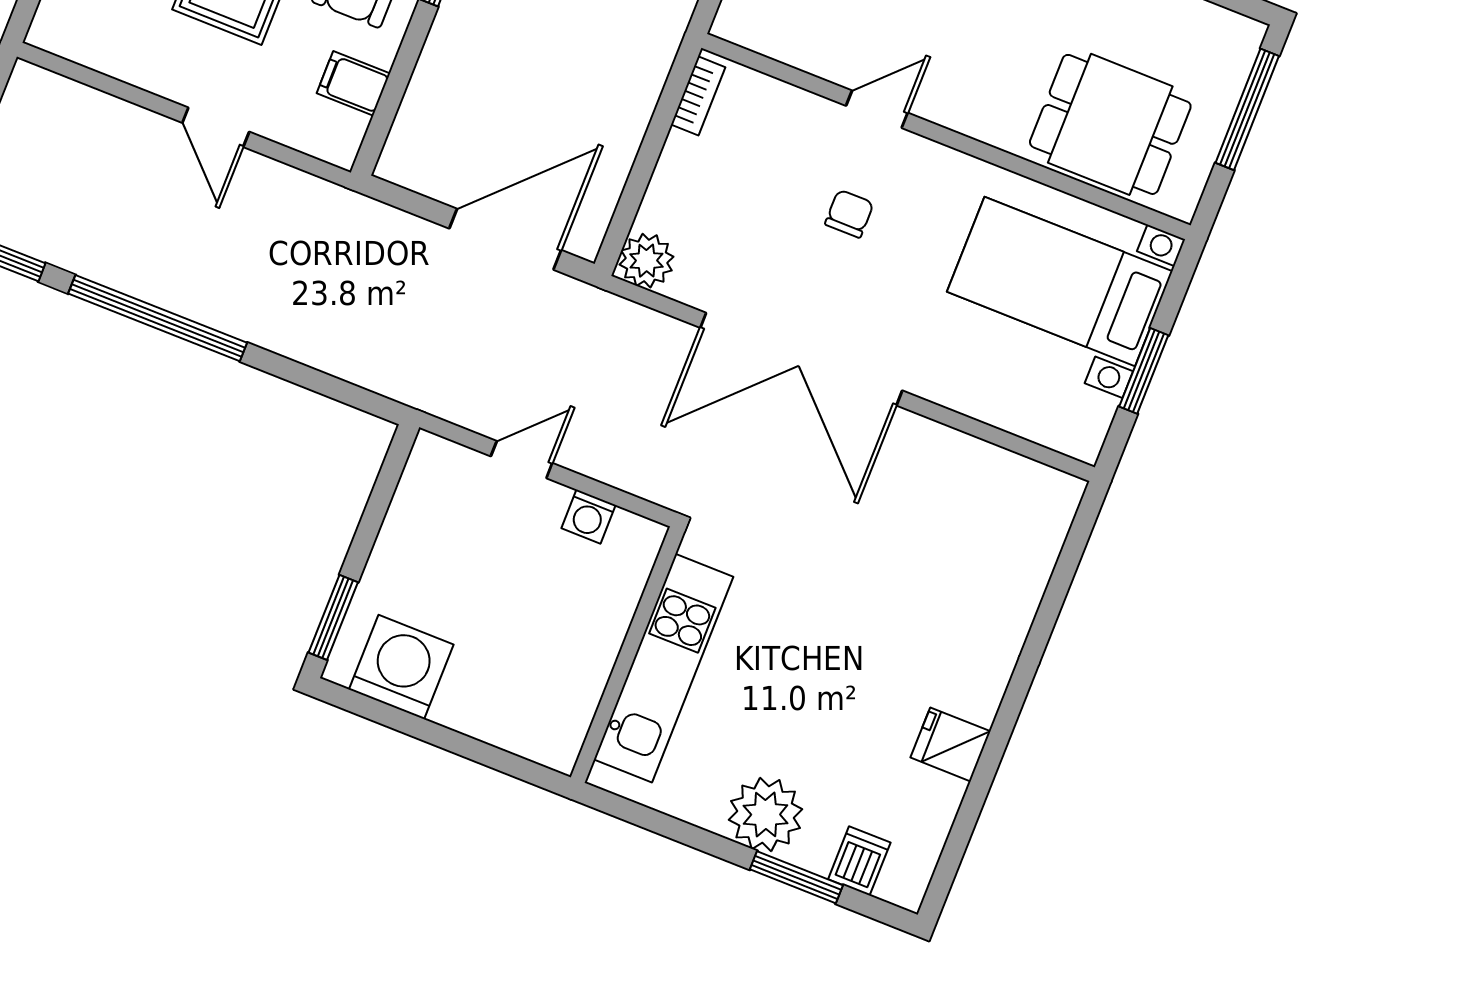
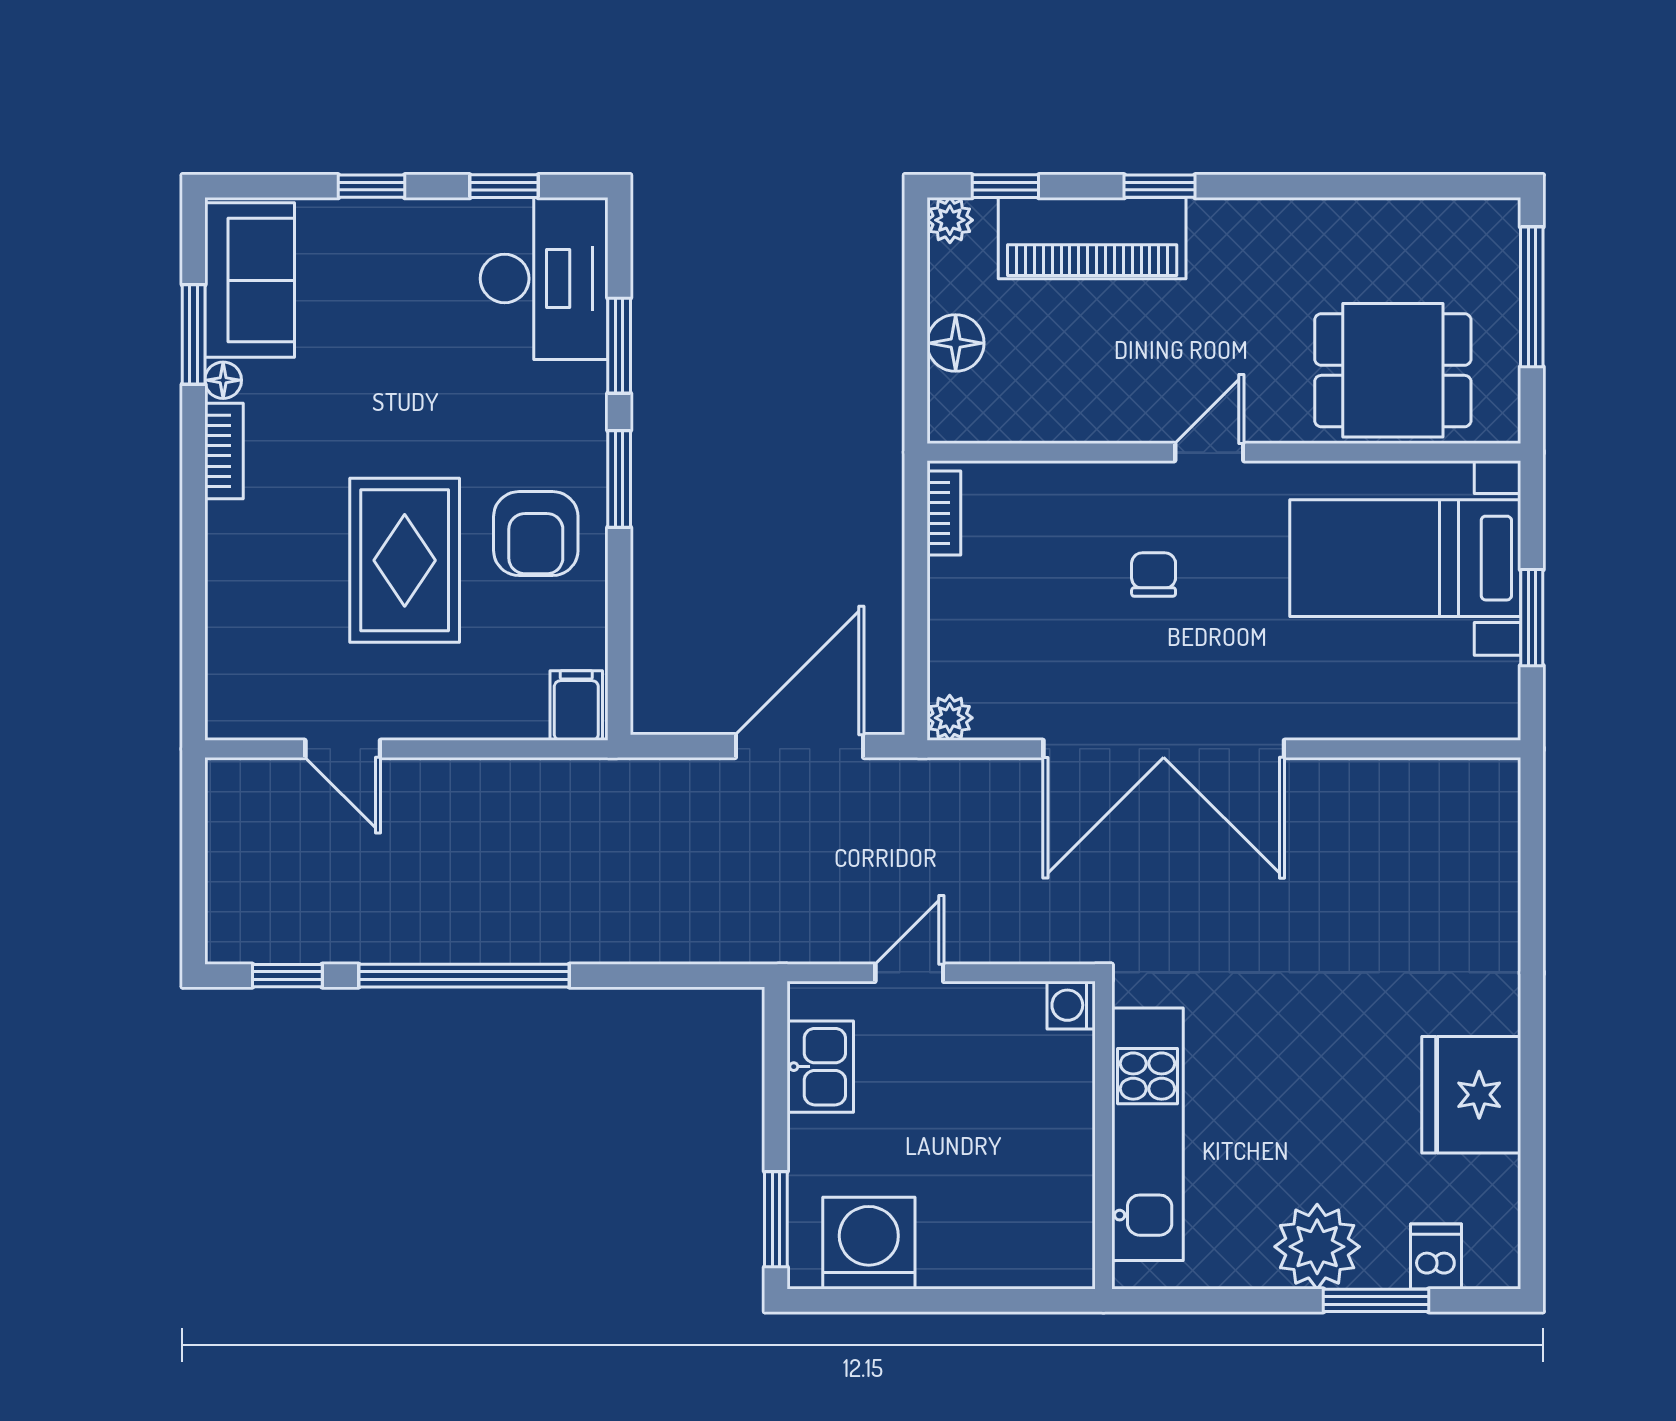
filing cabinet: (353, 83) -> (576, 706), moved, turned 90
door: (877, 109) -> (1209, 452), moved
door: (216, 127) -> (343, 749), moved
plant: (647, 261) -> (950, 718), width x0.73, depth x0.73
kitchen sink: (419, 507) -> (820, 1067), added
washing machine: (588, 517) -> (1071, 1005), moved, turned 90
fridge: (950, 744) -> (1471, 1095), width x1.88, depth x1.34

